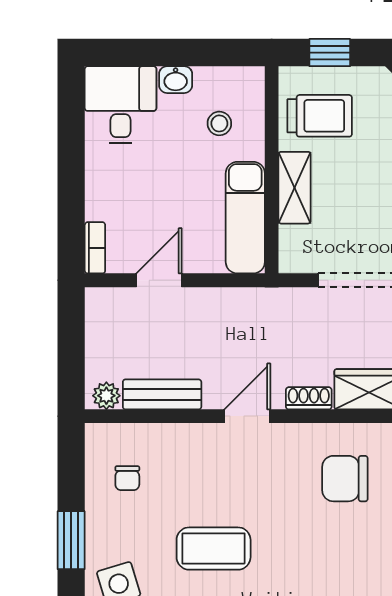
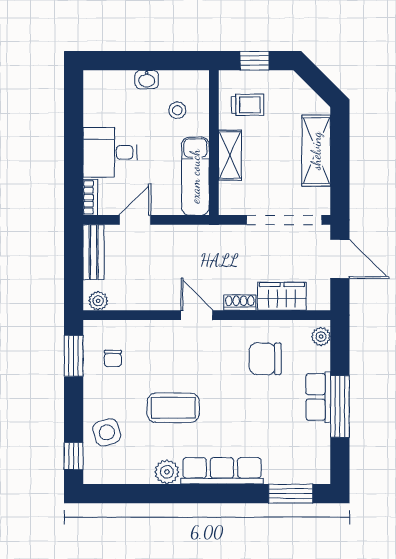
desk: (121, 105) -> (110, 152), moved, turned -90
trolley: (320, 116) -> (248, 105), width x0.73, depth x0.72
bench: (162, 394) -> (94, 252), moved, turned 90
door: (247, 416) -> (197, 315), hinge flipped
window: (71, 540) -> (74, 356), moved

